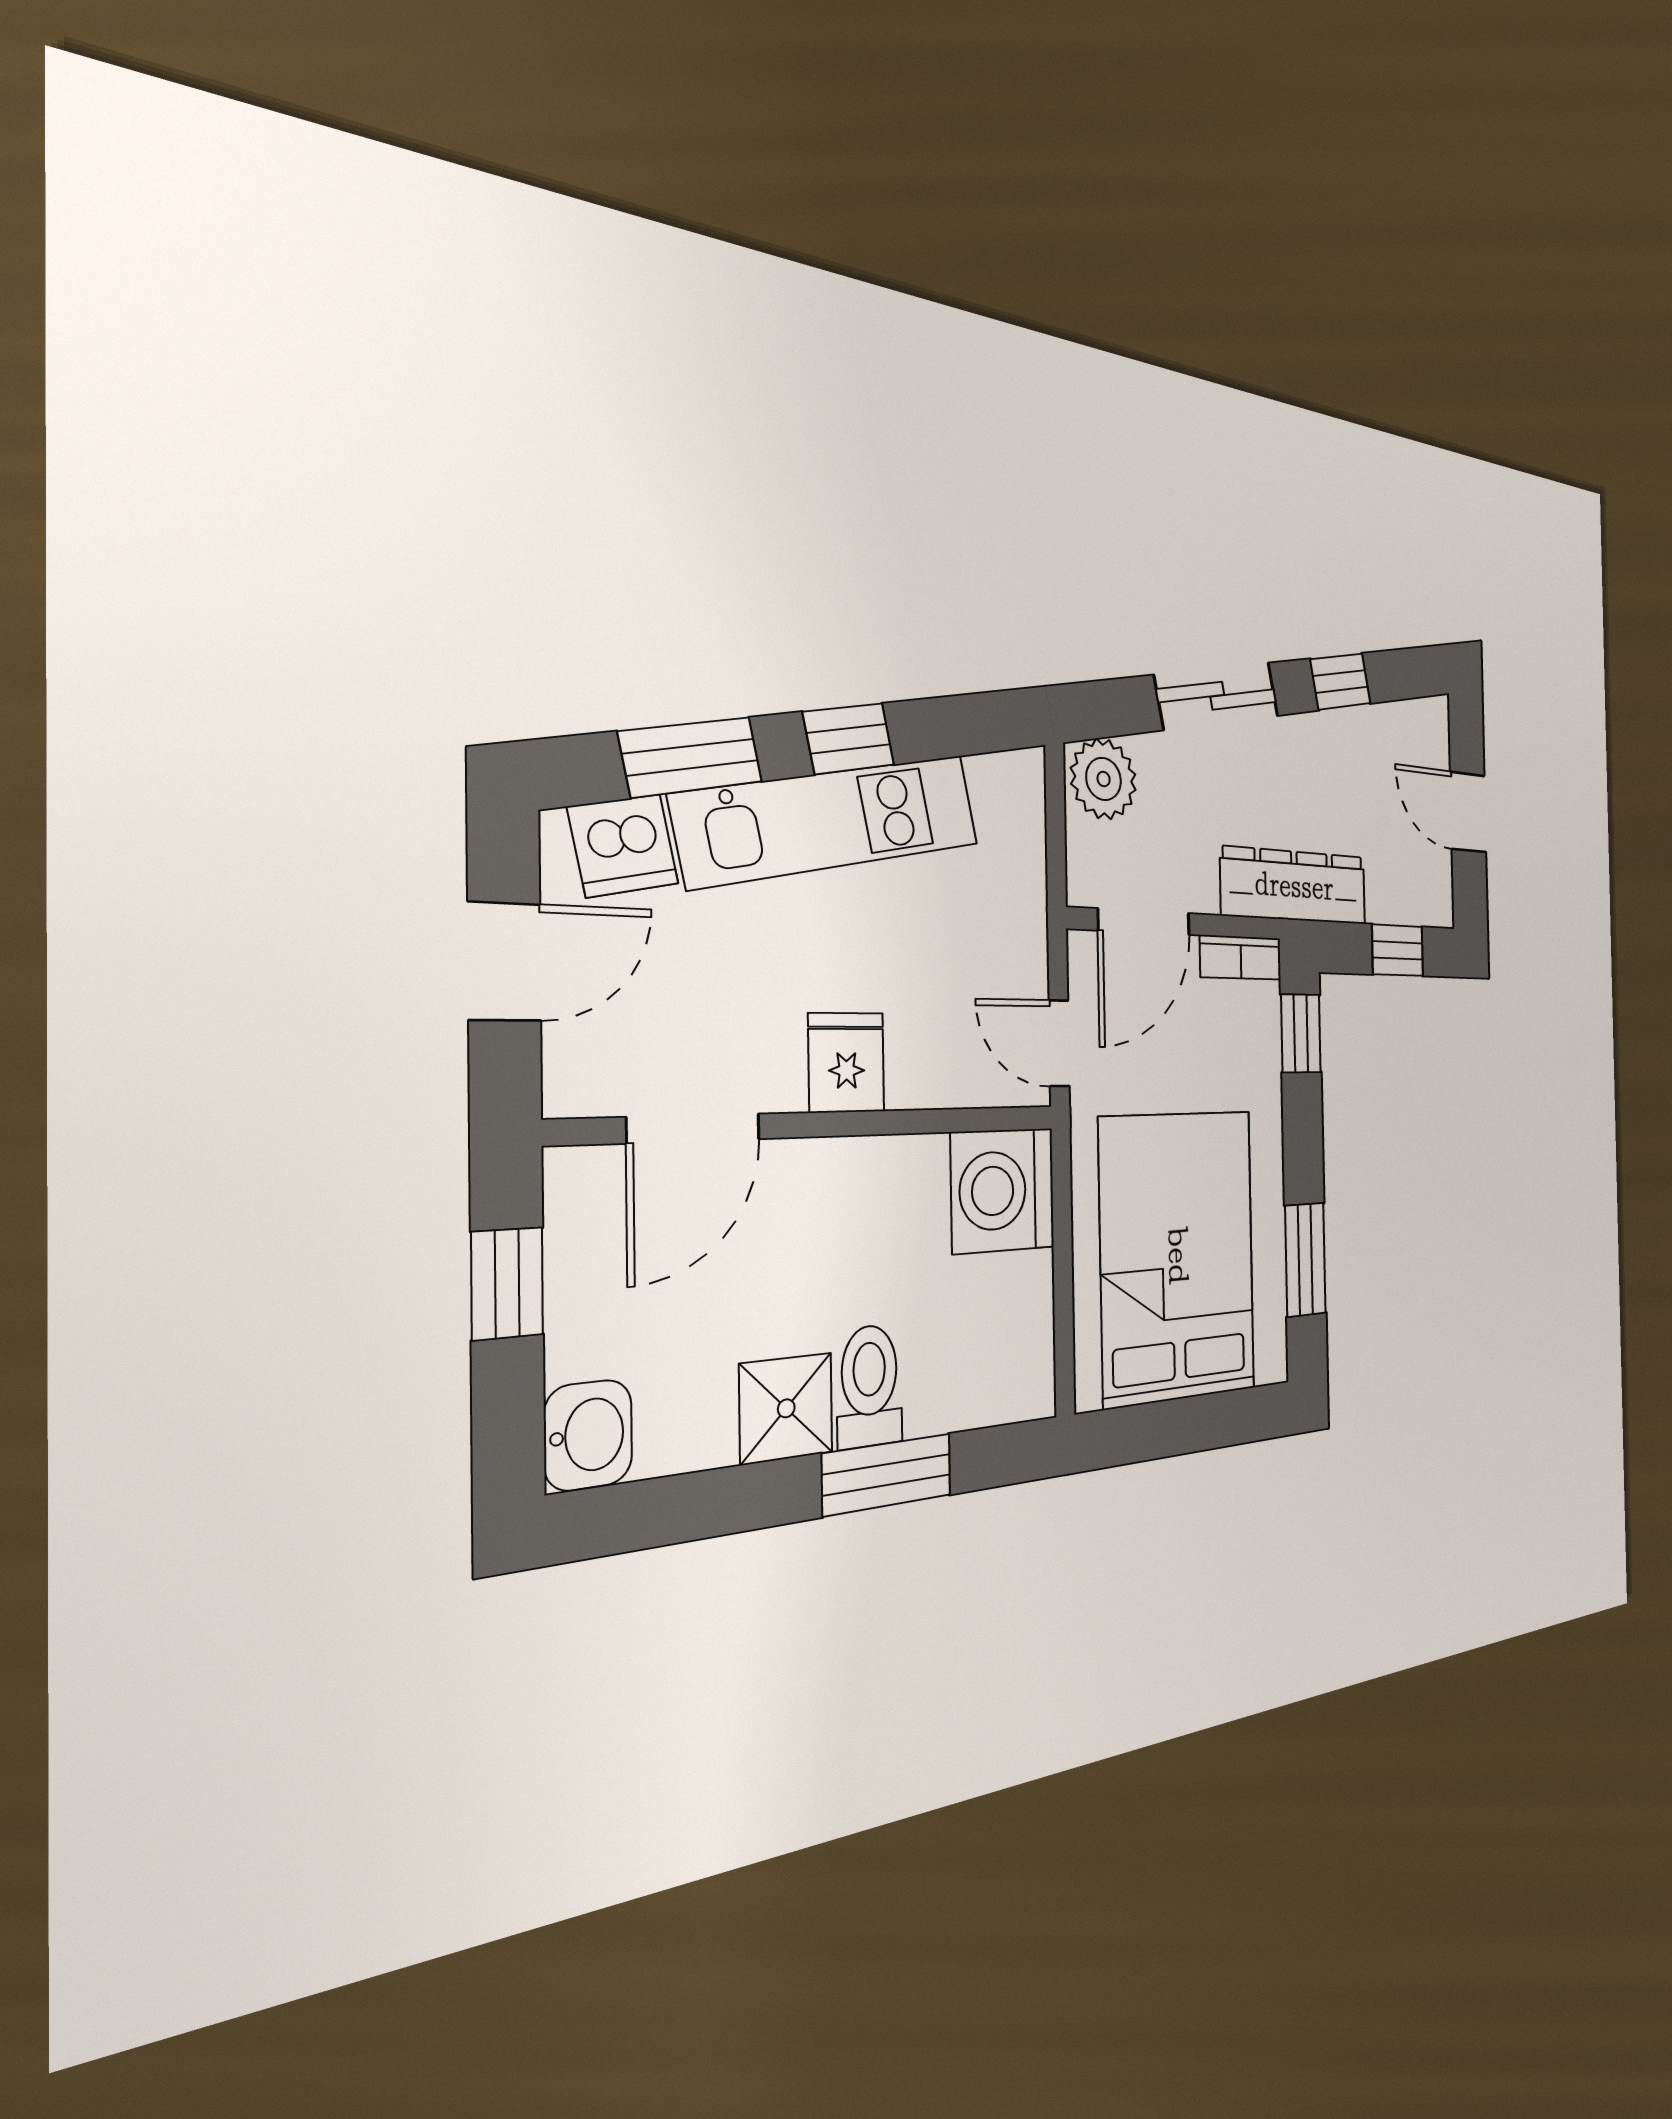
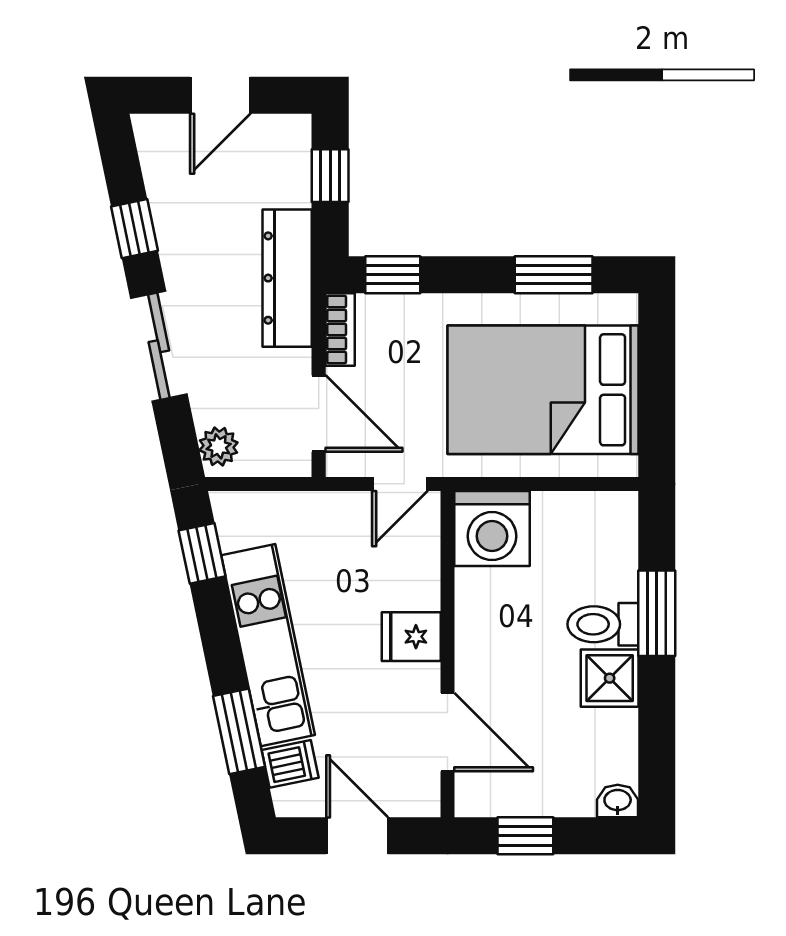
window: (849, 739) -> (202, 553), moved
plant: (1104, 779) -> (219, 446), width x0.73, depth x0.73
dishwasher: (623, 846) -> (290, 764), width x0.73
washbasin: (588, 1435) -> (618, 801), width x0.72, depth x0.69

